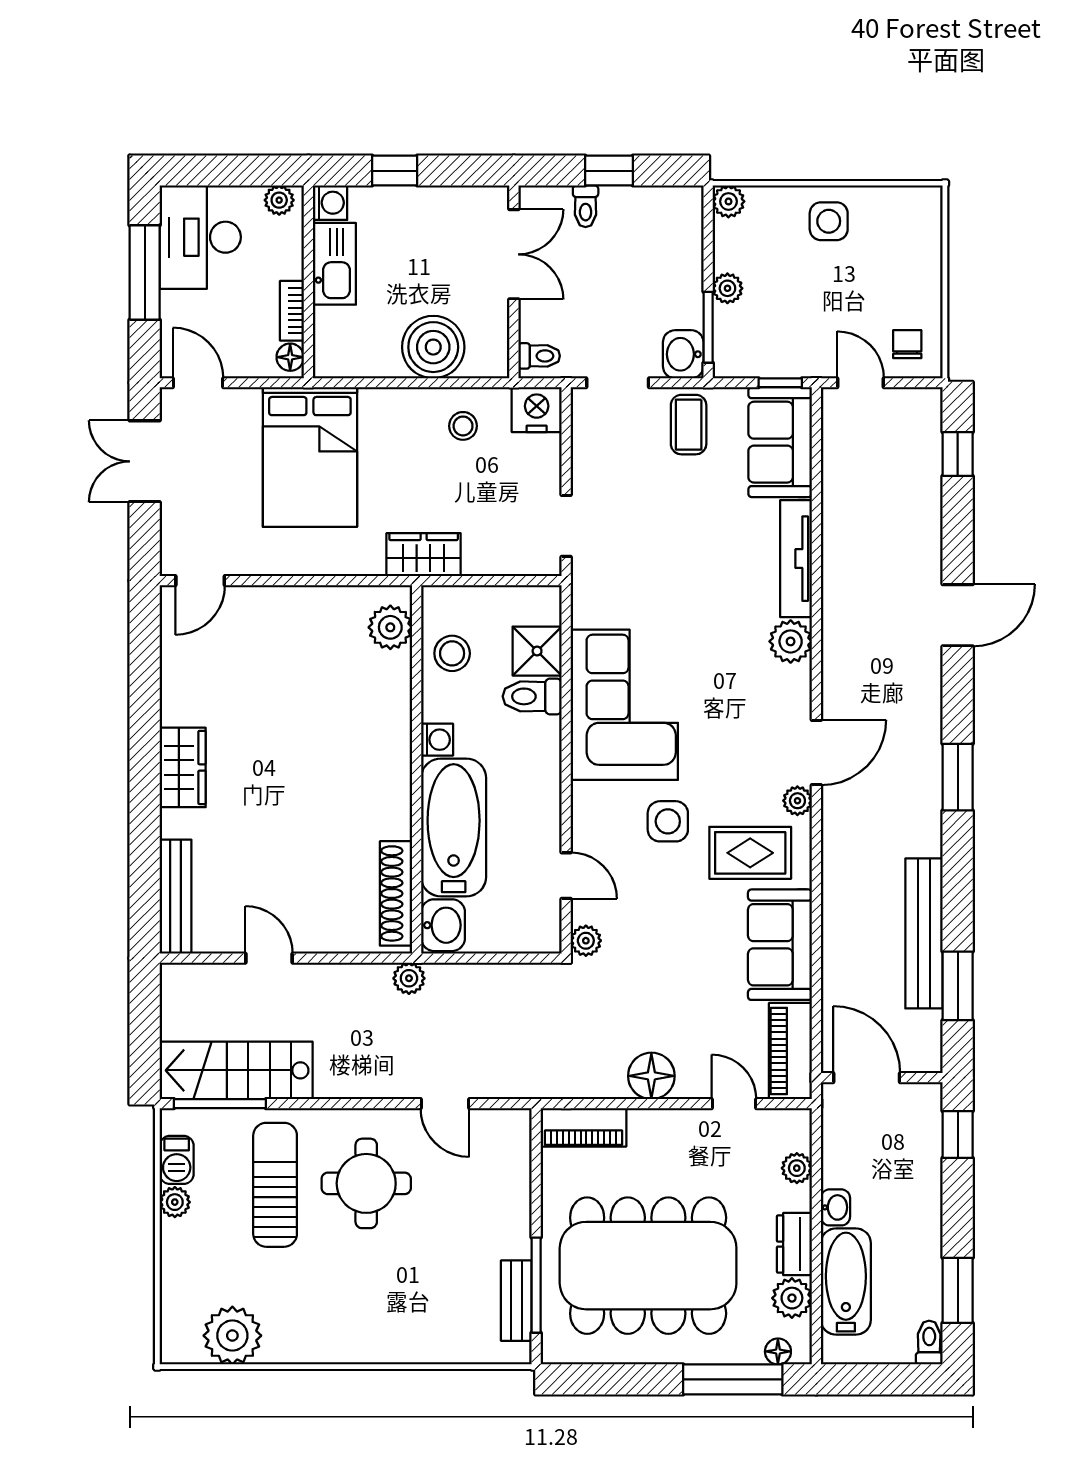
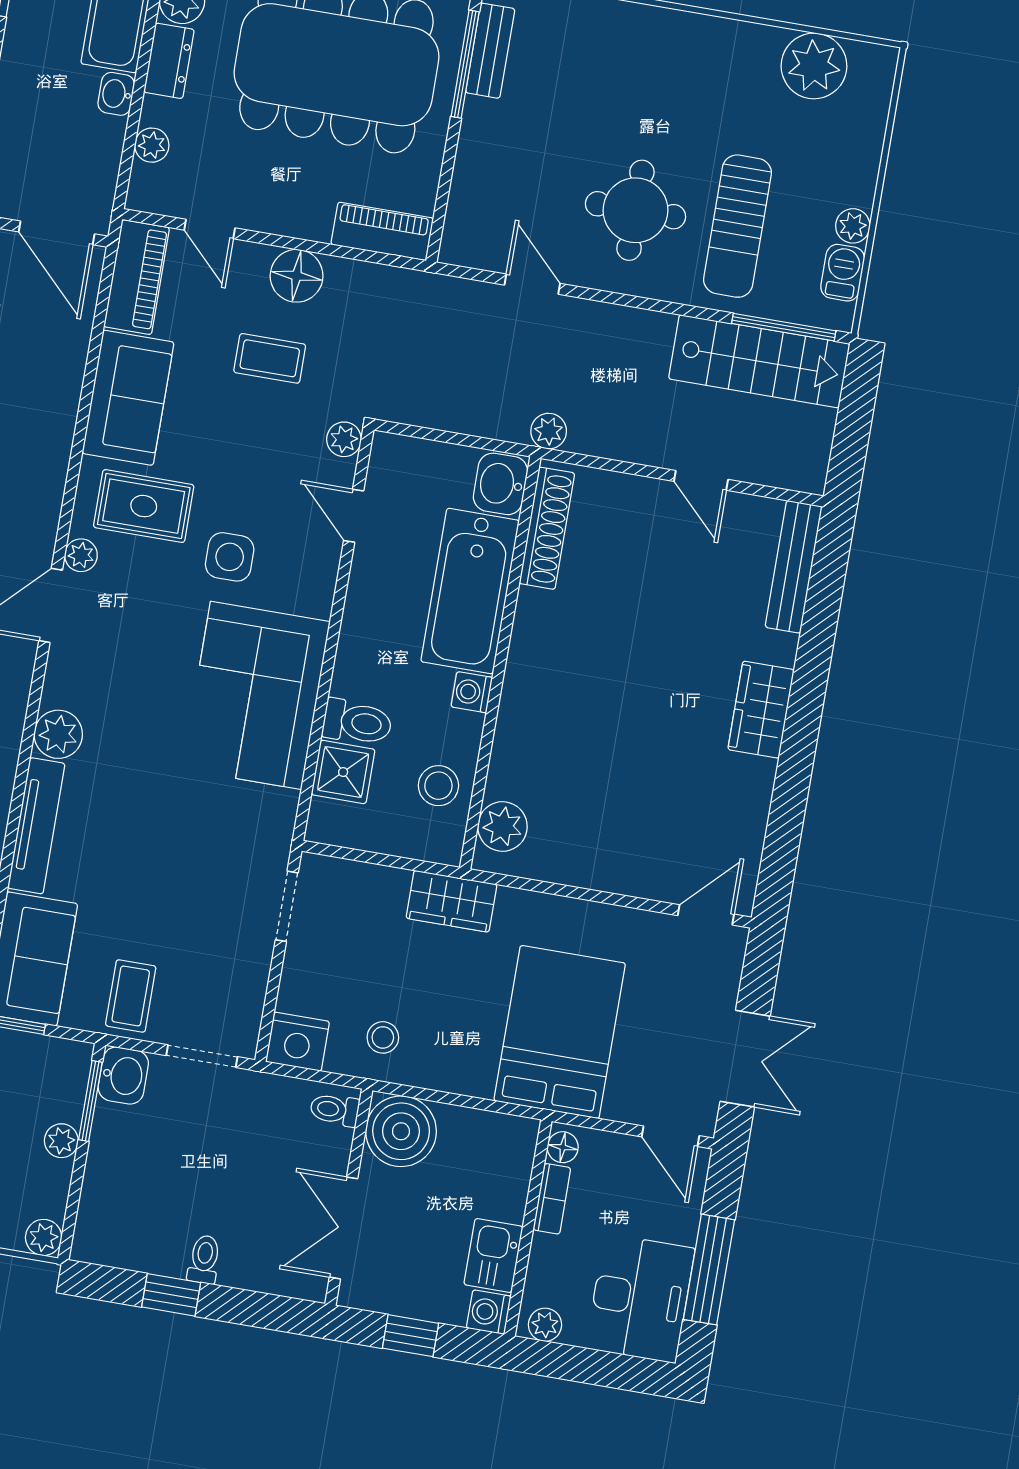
double door: (514, 254) -> (343, 1228), moved
kitchen sink: (334, 264) -> (493, 1256), width x0.73
wall: (514, 282) -> (349, 1197), moved
toilet: (539, 356) -> (335, 1110), moved
coffee table: (662, 1000) -> (270, 358), added

